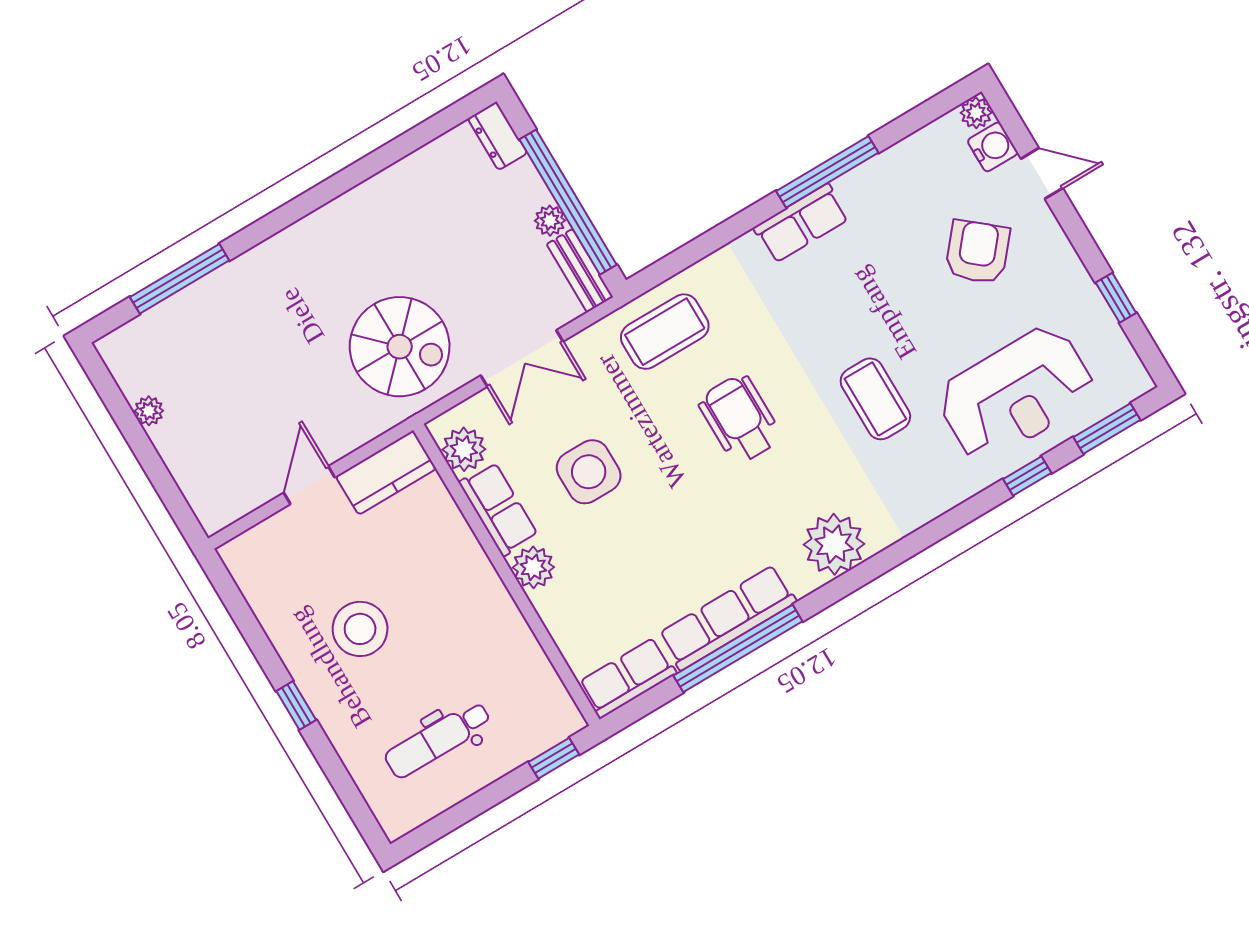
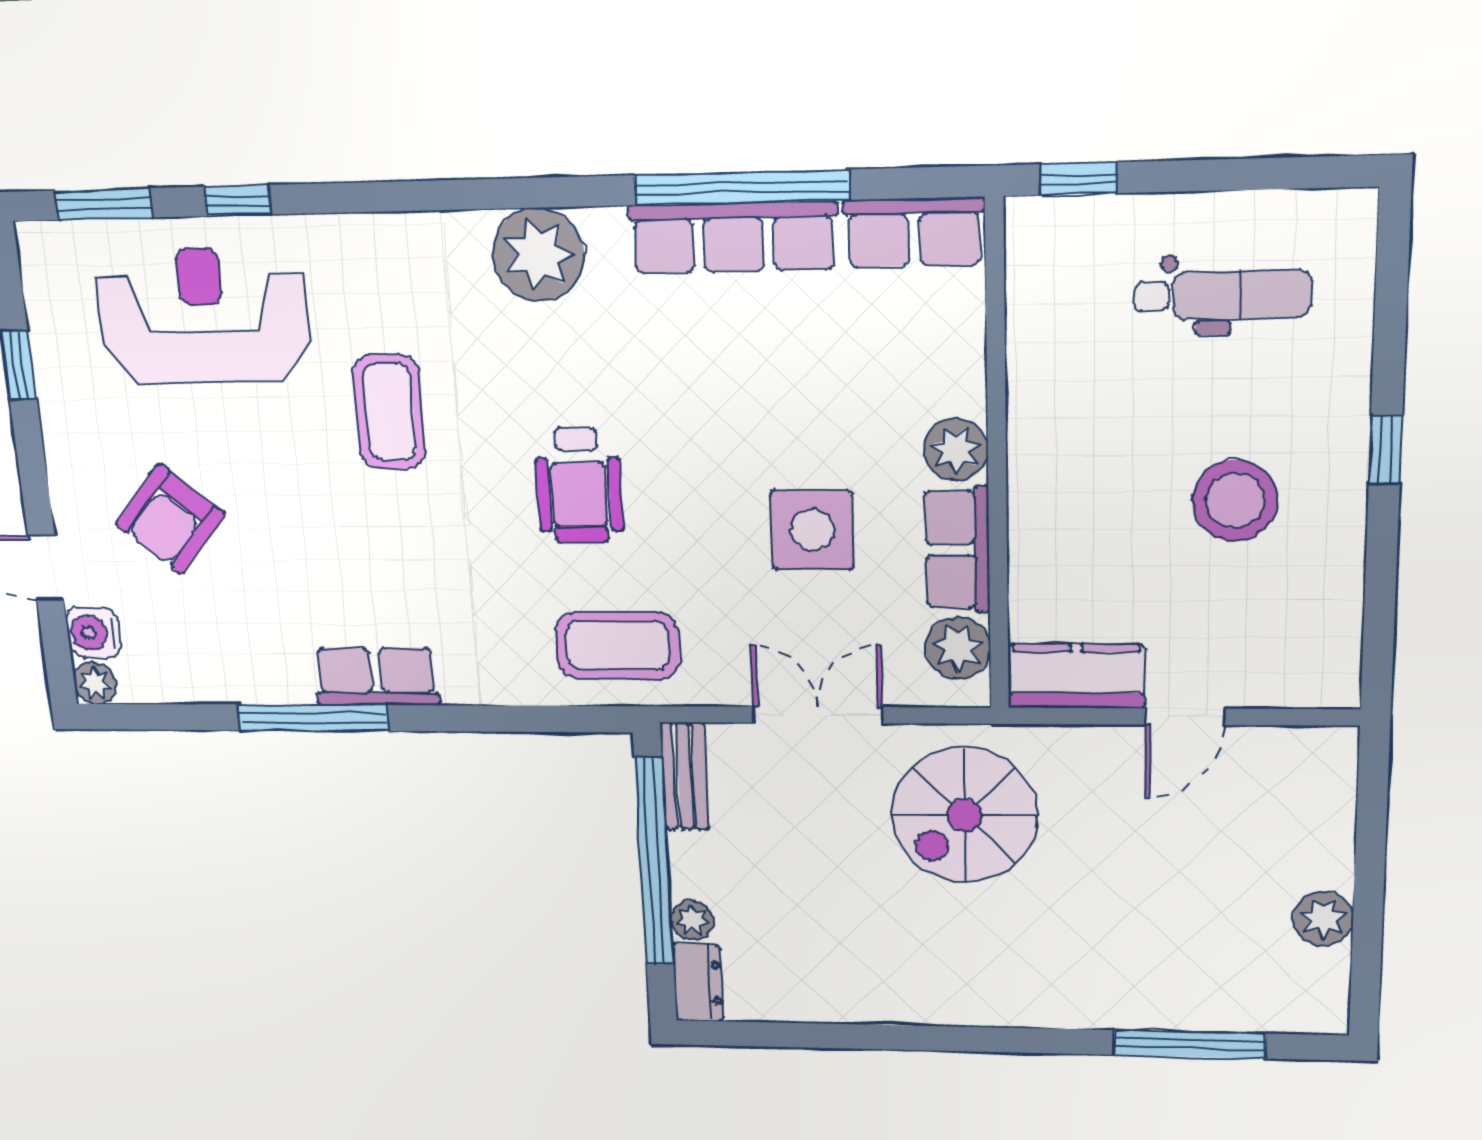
plant: (550, 221) -> (692, 920), moved
spiral stairs: (400, 347) -> (965, 815), turned -90
plant: (149, 411) -> (1323, 919), width x1.38, depth x1.38

